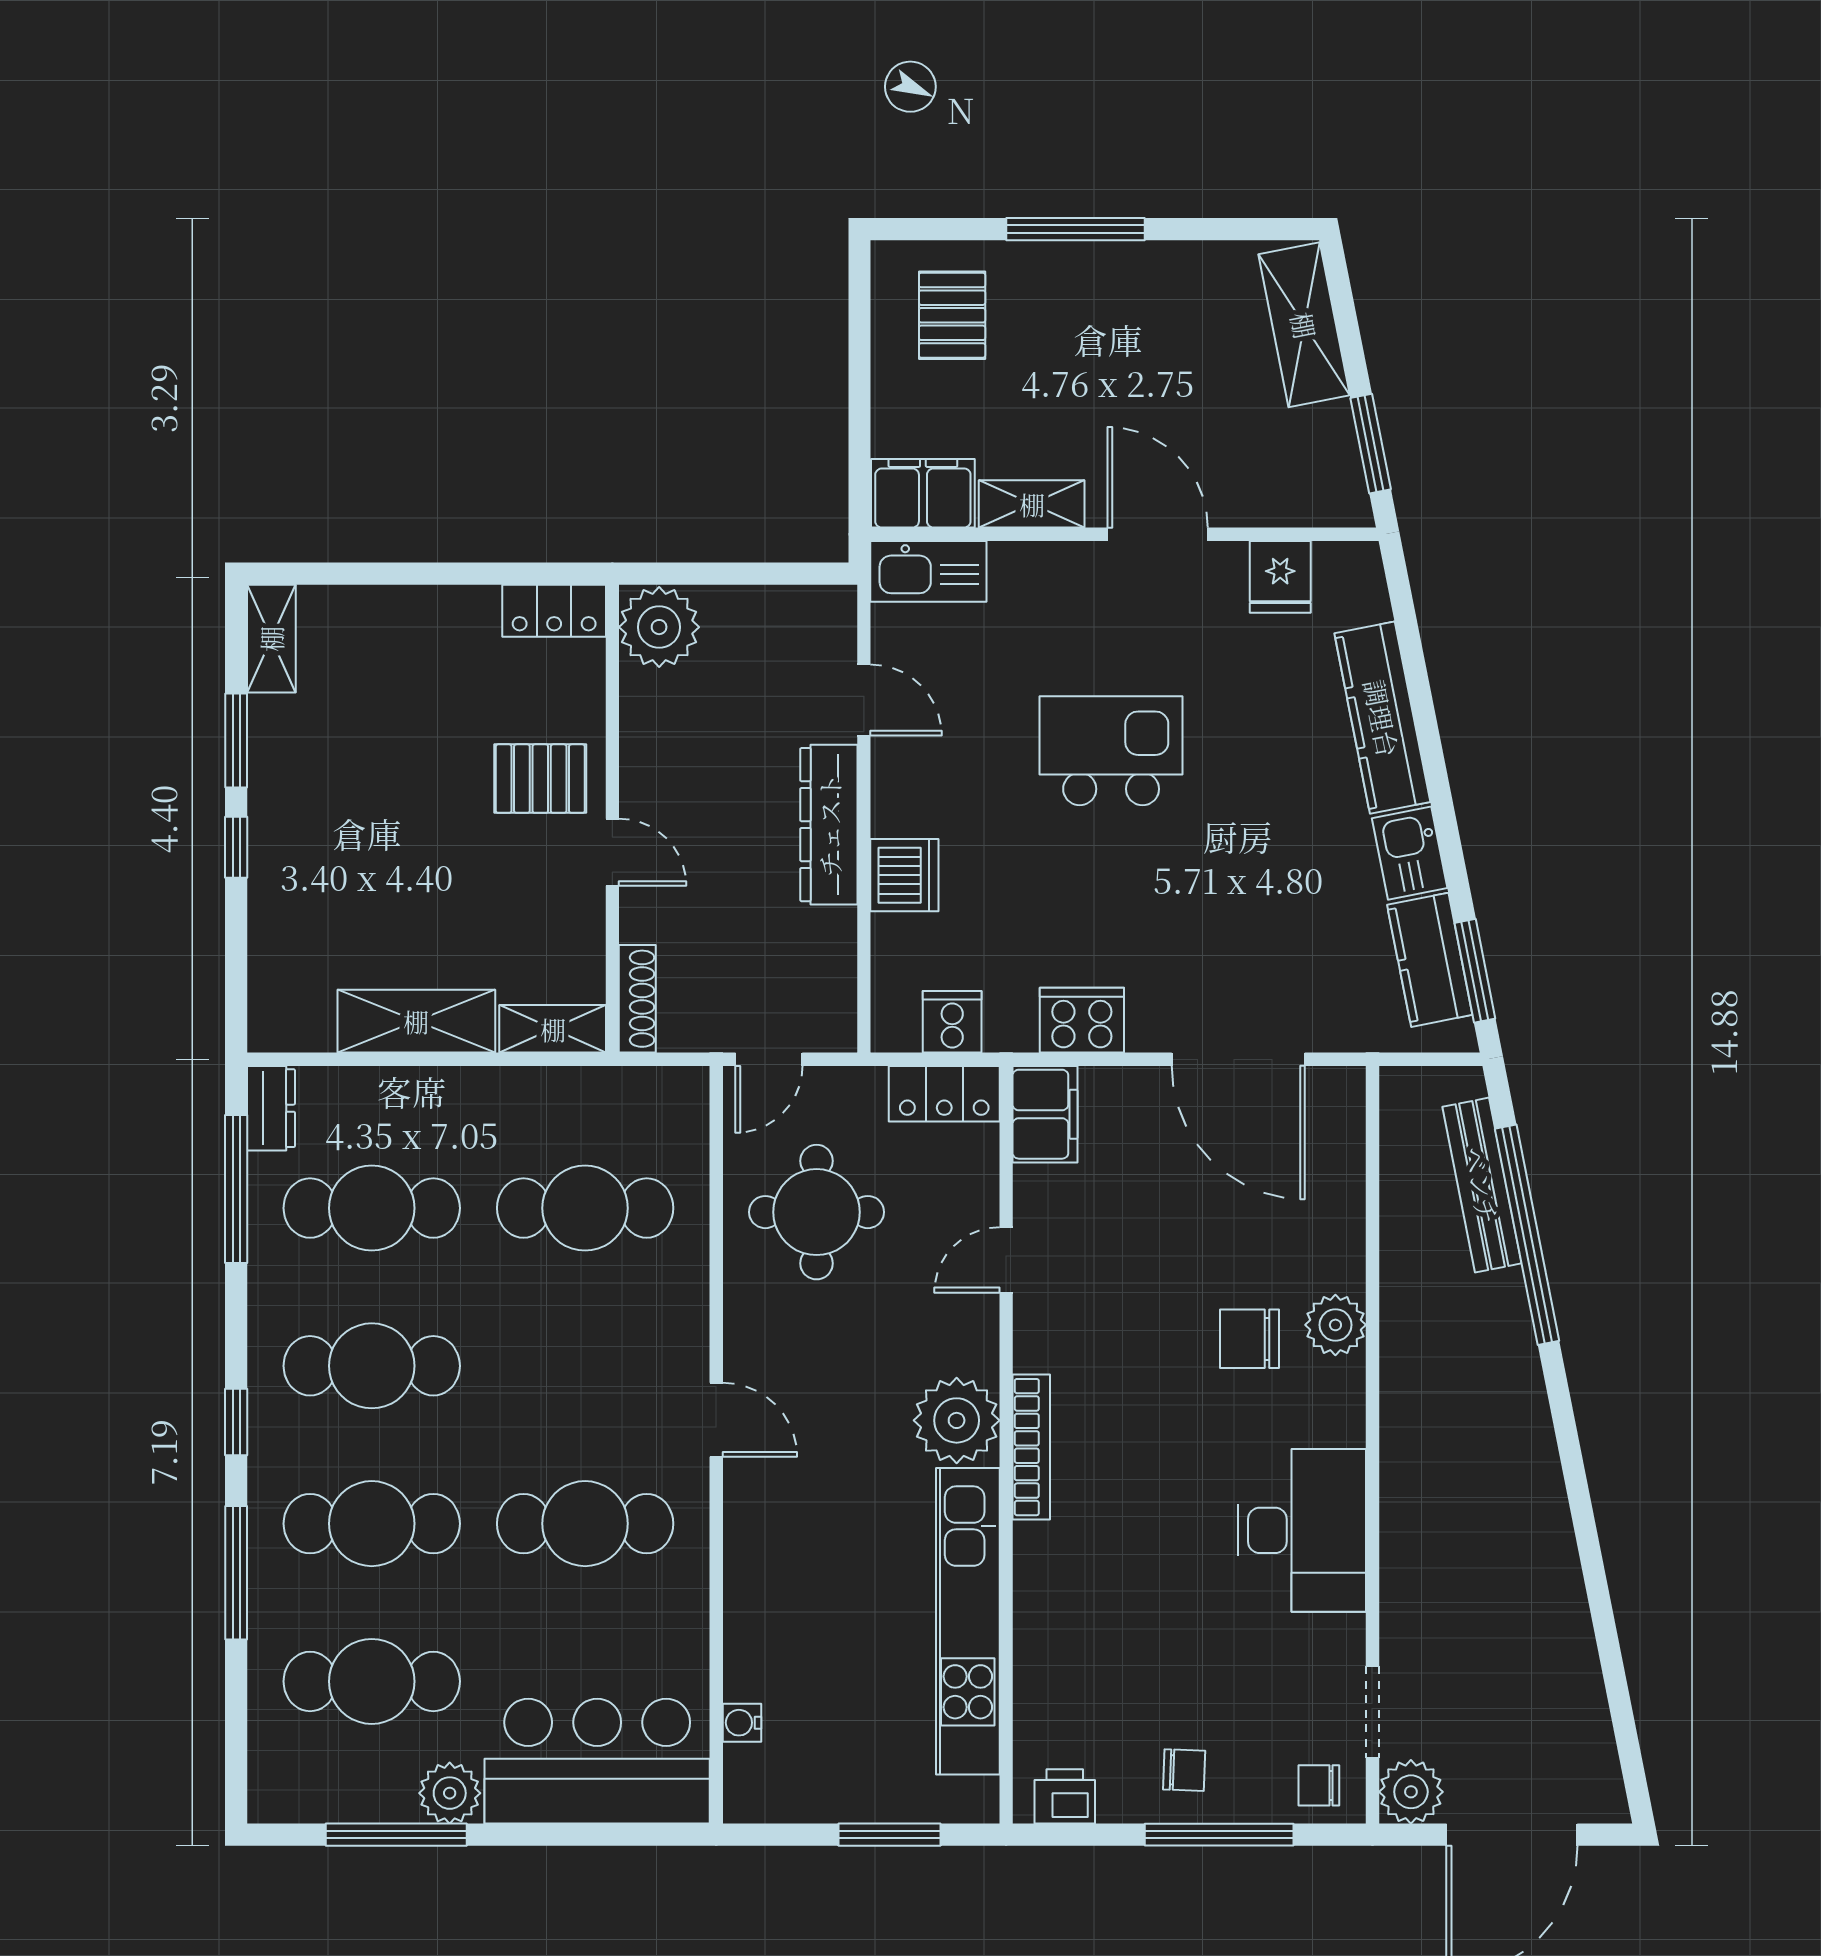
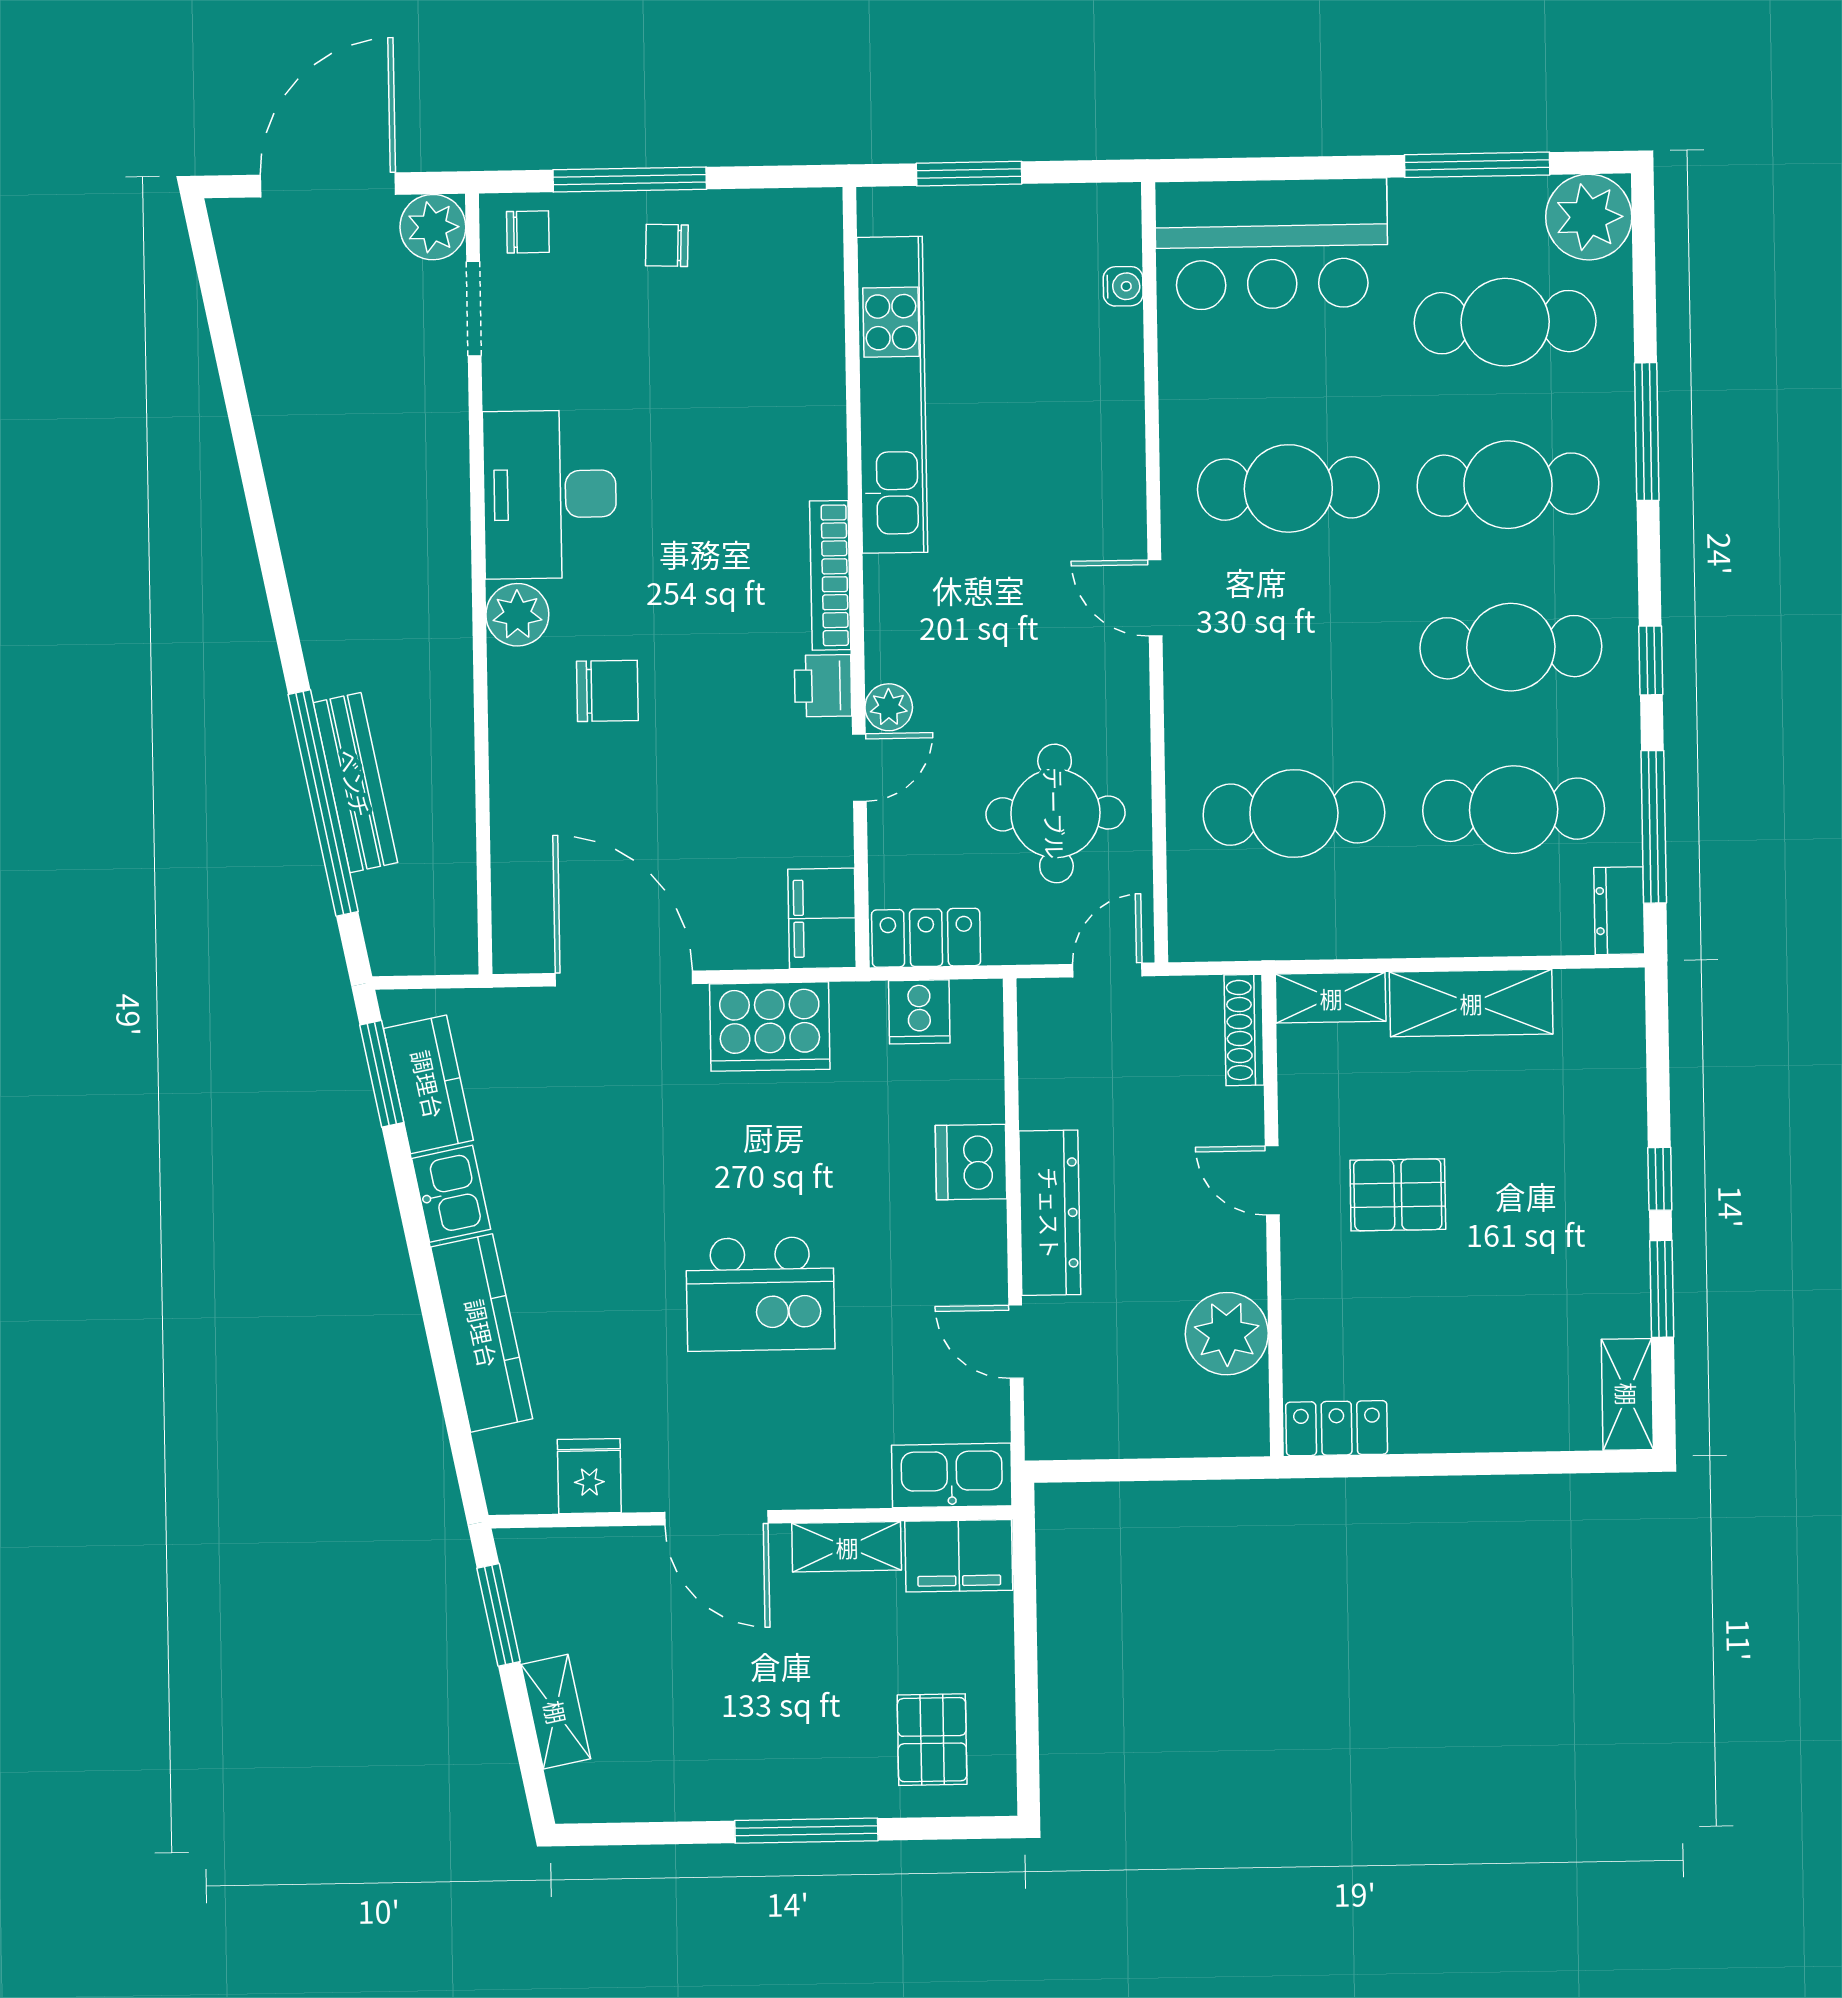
shelving: (1304, 325) -> (556, 1712), width x0.67, depth x0.75
plant: (659, 627) -> (1227, 1334), moved
pallet: (540, 779) -> (1398, 1195), moved
cooker: (1082, 1020) -> (770, 1027), width x1.37, depth x1.31
bench: (1482, 1185) -> (355, 783), moved
plant: (1335, 1325) -> (517, 615), moved
plant: (957, 1420) -> (889, 707), moved, width x0.53, depth x0.53
window: (236, 1422) -> (1651, 660), moved
plant: (450, 1793) -> (1589, 217), moved, width x1.36, depth x1.36
printer: (1065, 1796) -> (823, 686), moved, turned 90

